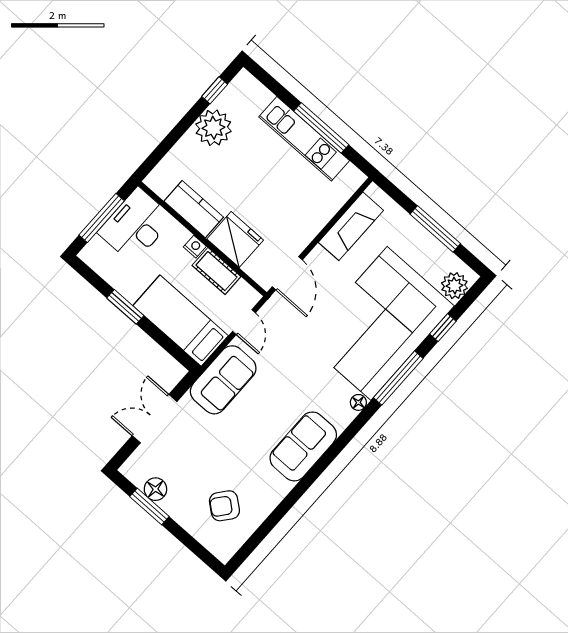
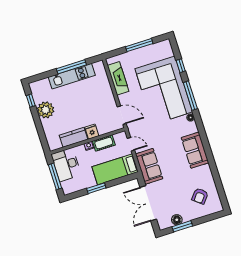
fridge: (235, 240) -> (92, 132), width x0.53, depth x0.75
plant: (454, 286) -> (167, 51), removed
double door: (155, 419) -> (148, 203), width x1.37

